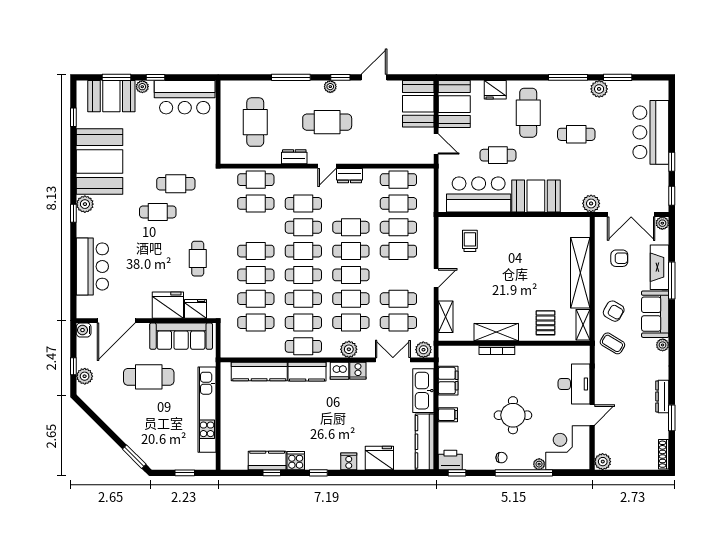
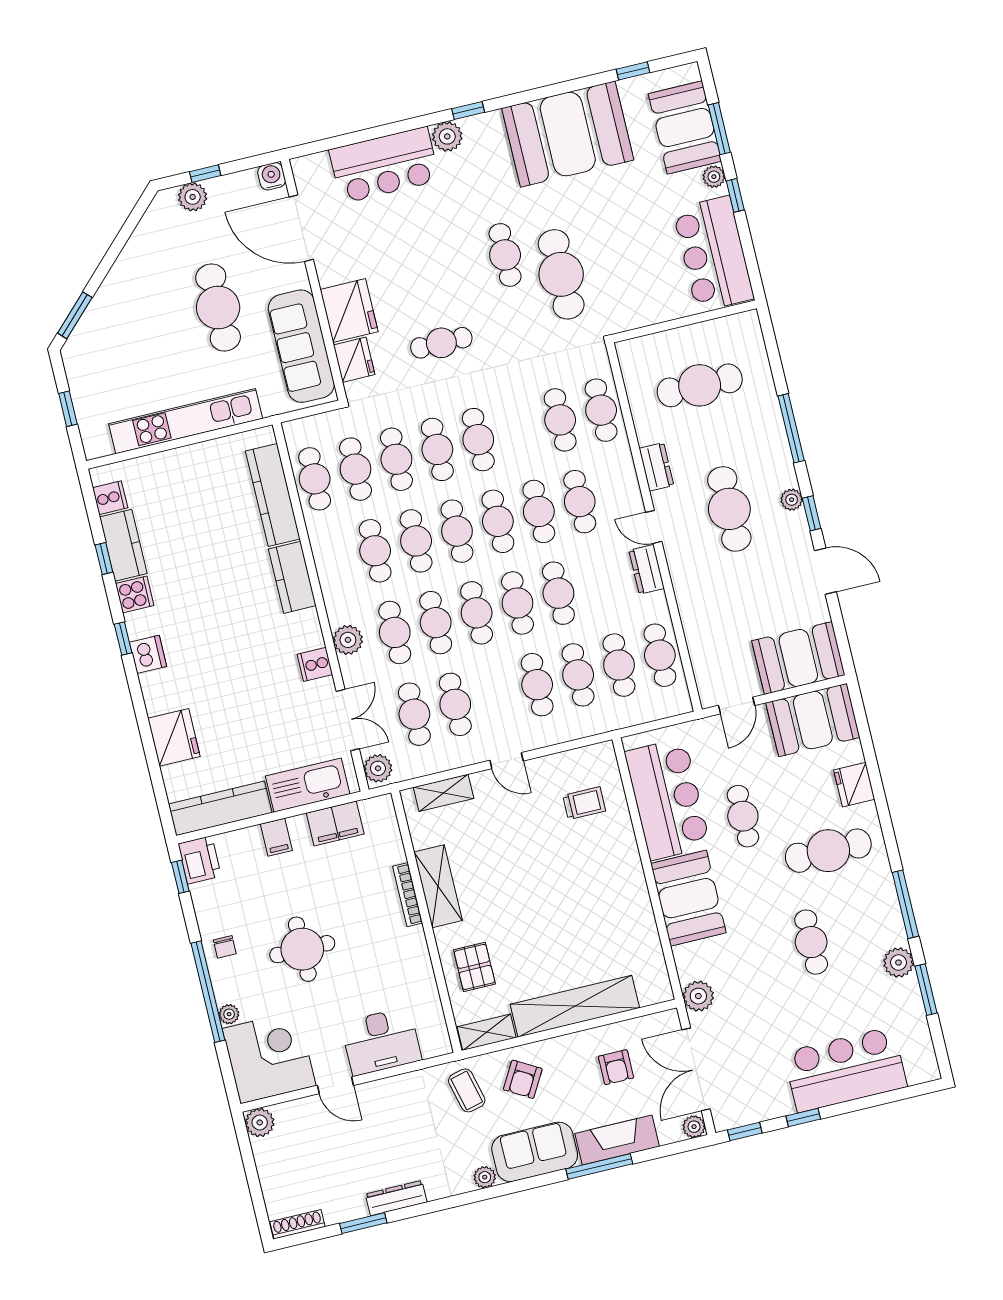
cafe table: (176, 184) -> (561, 274), width x1.37, depth x1.35
plant: (85, 204) -> (447, 136), moved
pallet: (545, 323) -> (474, 967), turned 90
coffee table: (612, 343) -> (467, 1090), turned -45
cafe table: (303, 346) -> (315, 479), moved
dishwasher: (340, 371) -> (148, 654), moved, turned 180
cooker: (349, 461) -> (110, 498), moved

